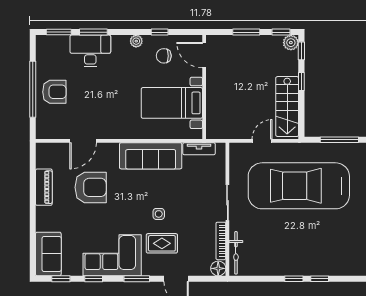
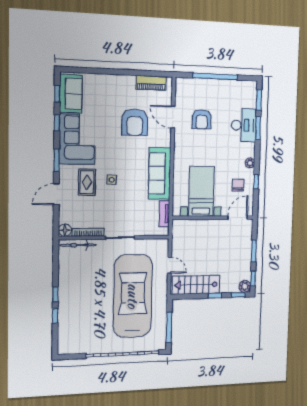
armchair: (54, 92) -> (202, 119), moved
piano: (44, 187) -> (151, 83), moved
sofa: (48, 254) -> (71, 94), moved, turned -90

